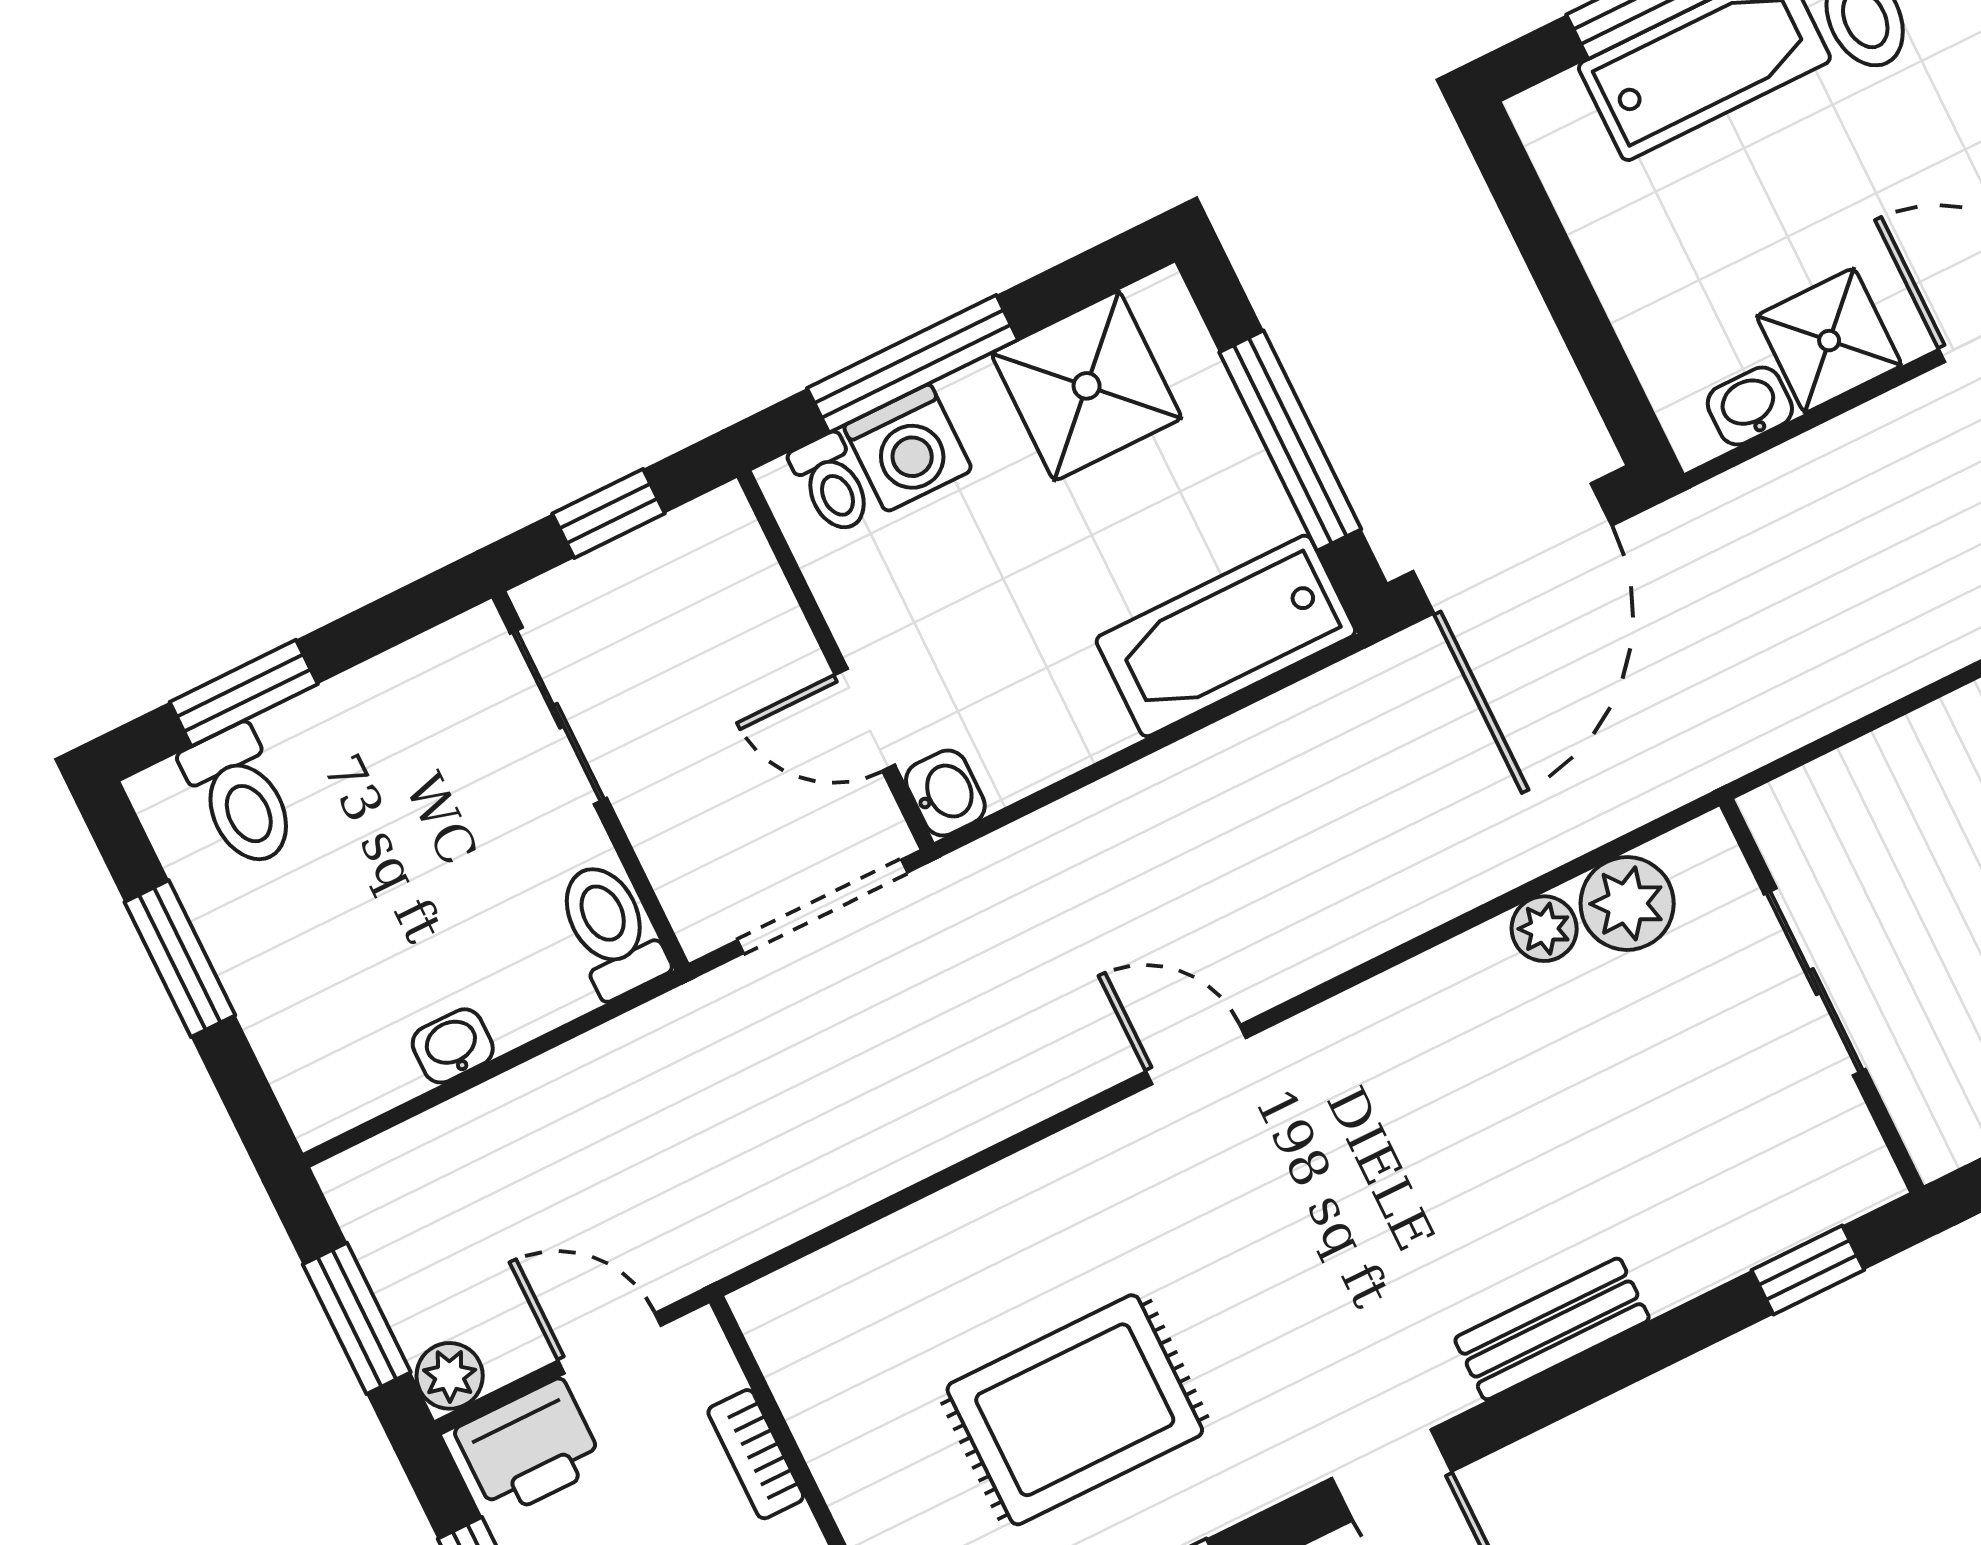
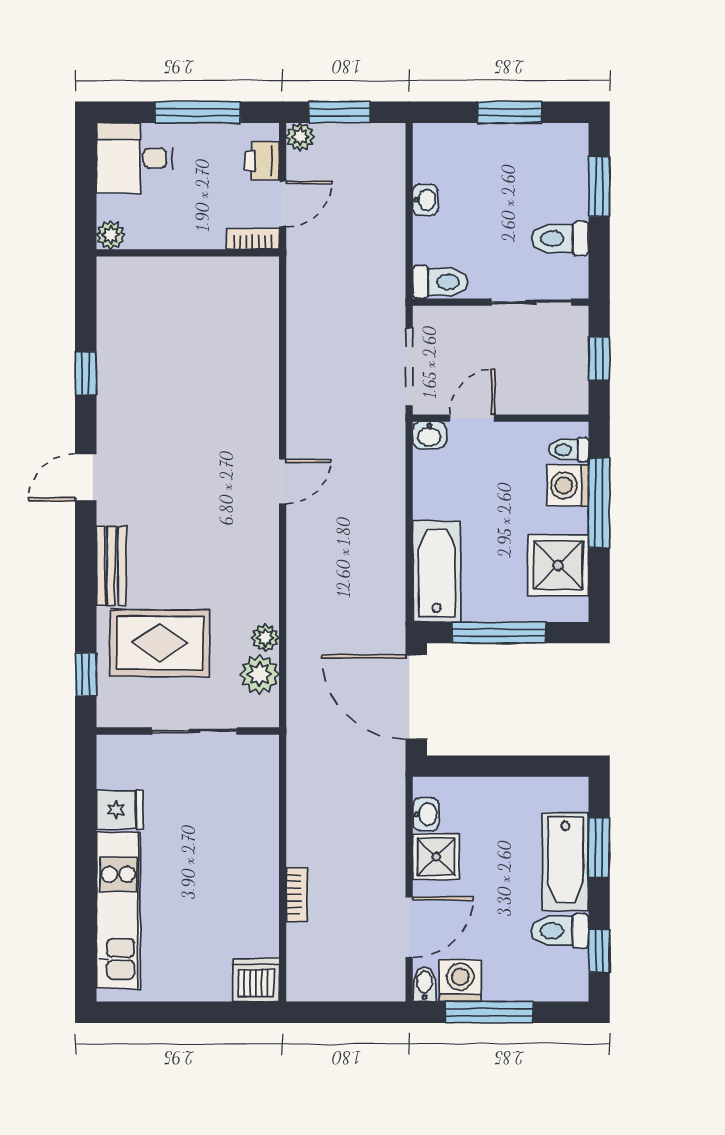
toilet: (241, 797) -> (560, 239), moved
rug: (1075, 1410) -> (160, 643), moved, turned 90
printer: (530, 1448) -> (262, 161), width x0.73, depth x0.81
bookcase: (756, 1454) -> (253, 239), moved

